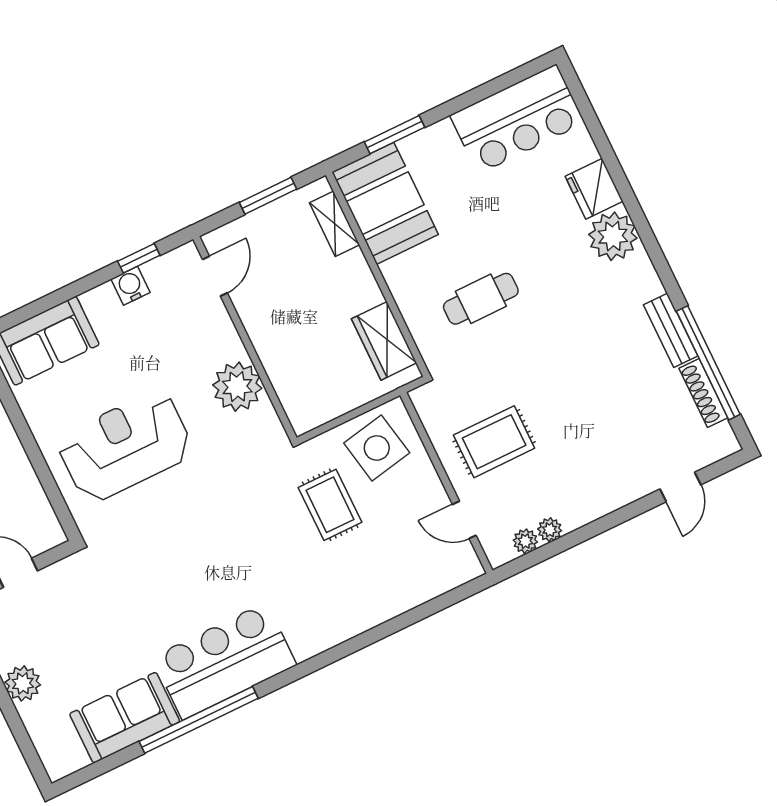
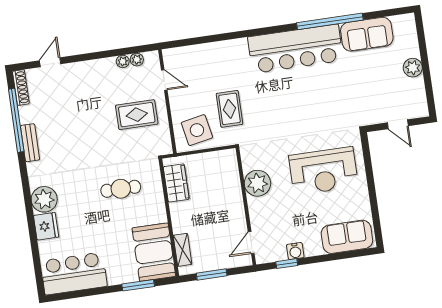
shoe rack: (703, 393) -> (21, 88), moved
bar counter: (224, 661) -> (295, 49), width x1.36

